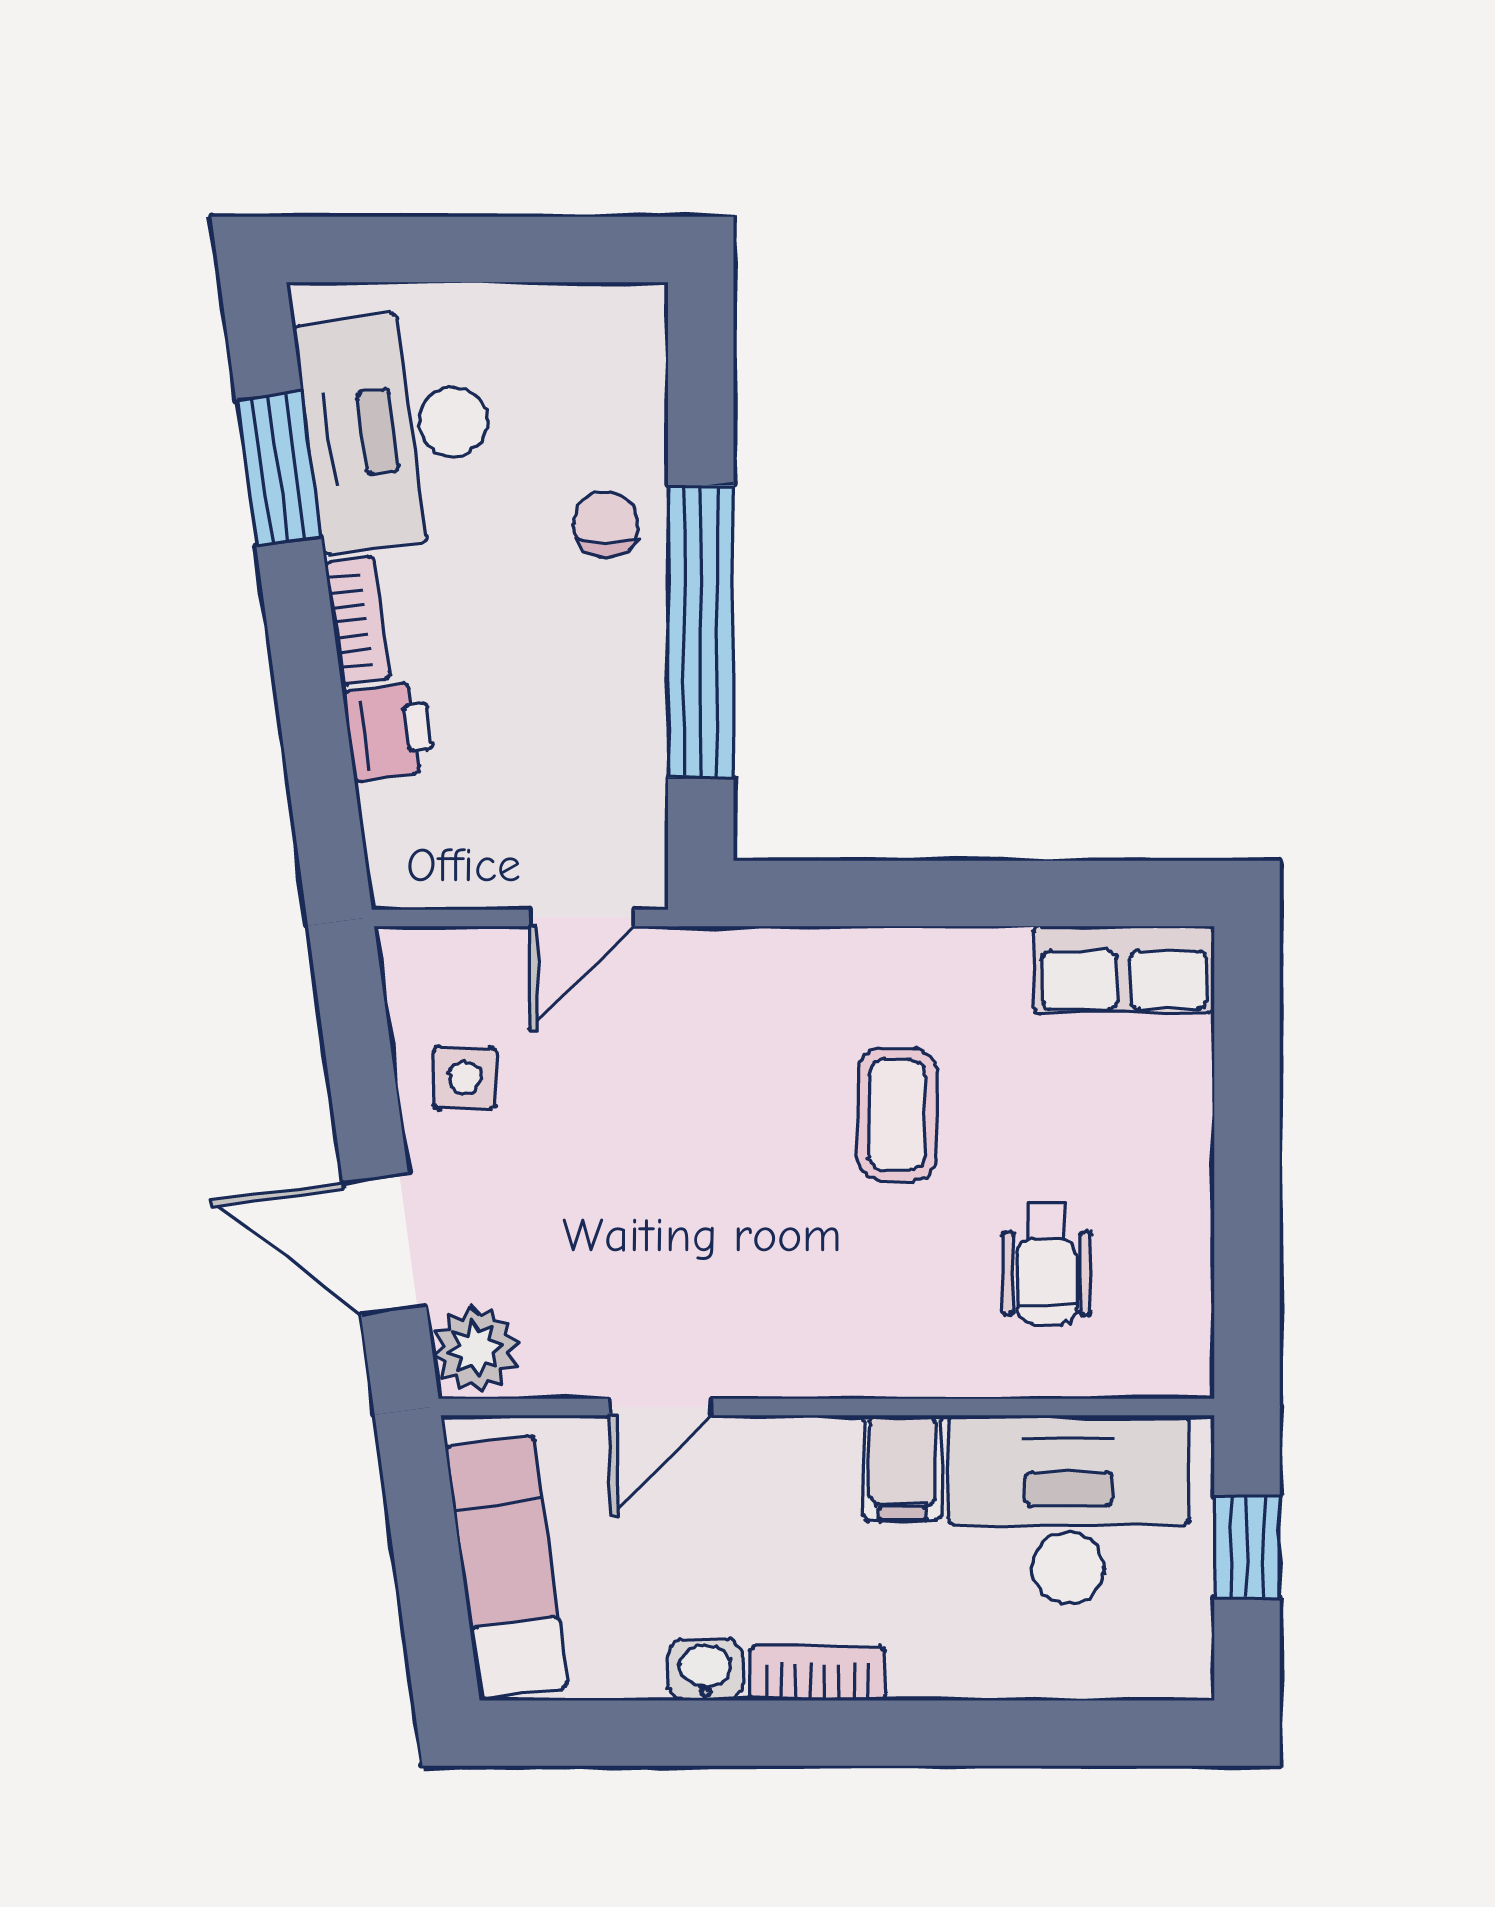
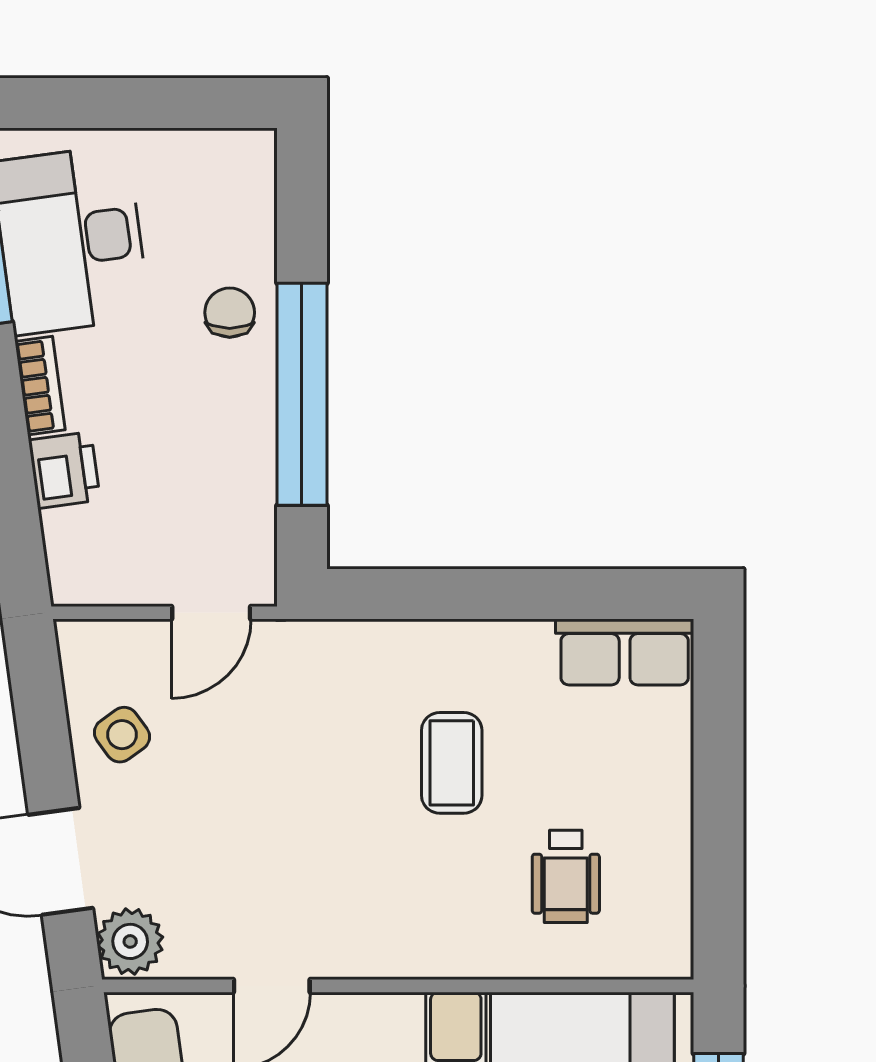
side table: (465, 1078) -> (122, 735), turned -36

